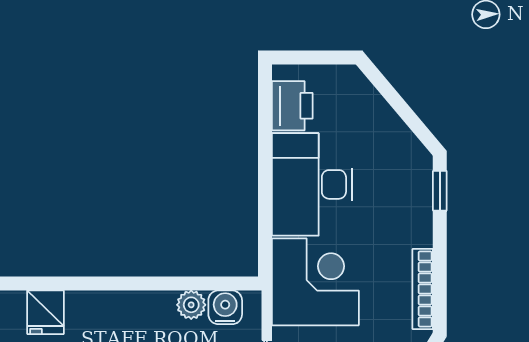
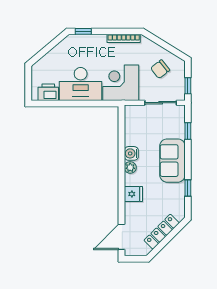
plant: (191, 305) -> (130, 167), moved
water cooler: (225, 307) -> (131, 153), moved

